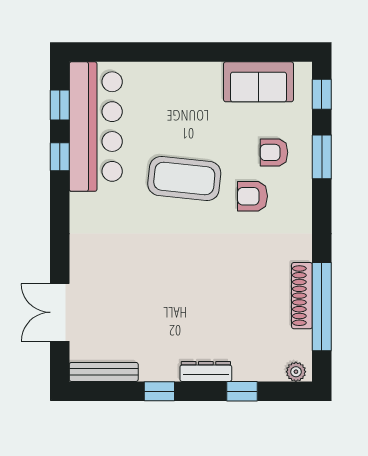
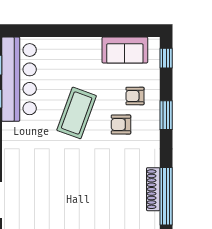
window: (322, 157) -> (166, 115), moved
coffee table: (184, 179) -> (77, 113), turned -76

